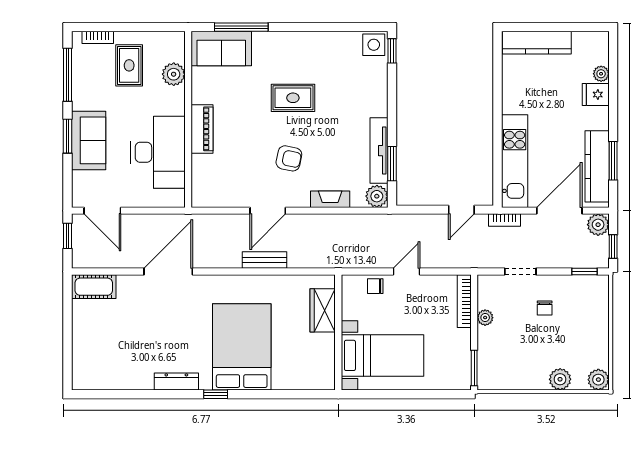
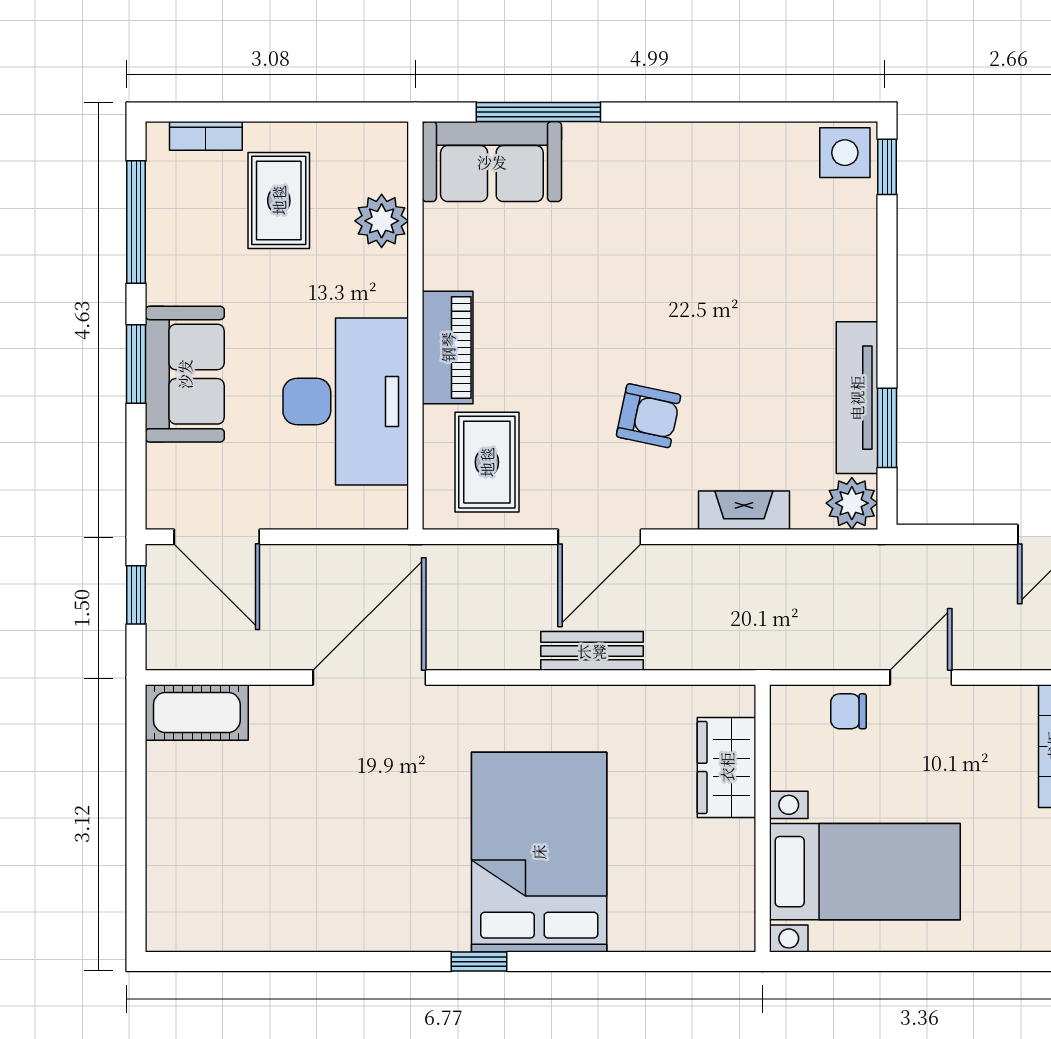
rug: (293, 98) -> (487, 462), moved, turned 90
dresser: (176, 382) -> (388, 932), removed

